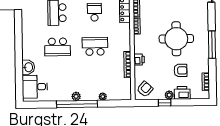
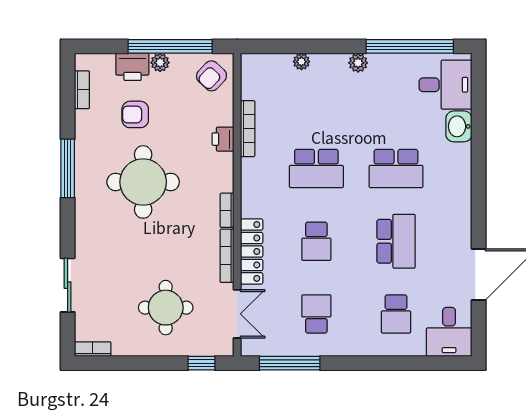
school desk: (57, 47) -> (396, 168), turned 180
window: (165, 103) -> (170, 46), width x3.17
window: (77, 104) -> (410, 46), moved

